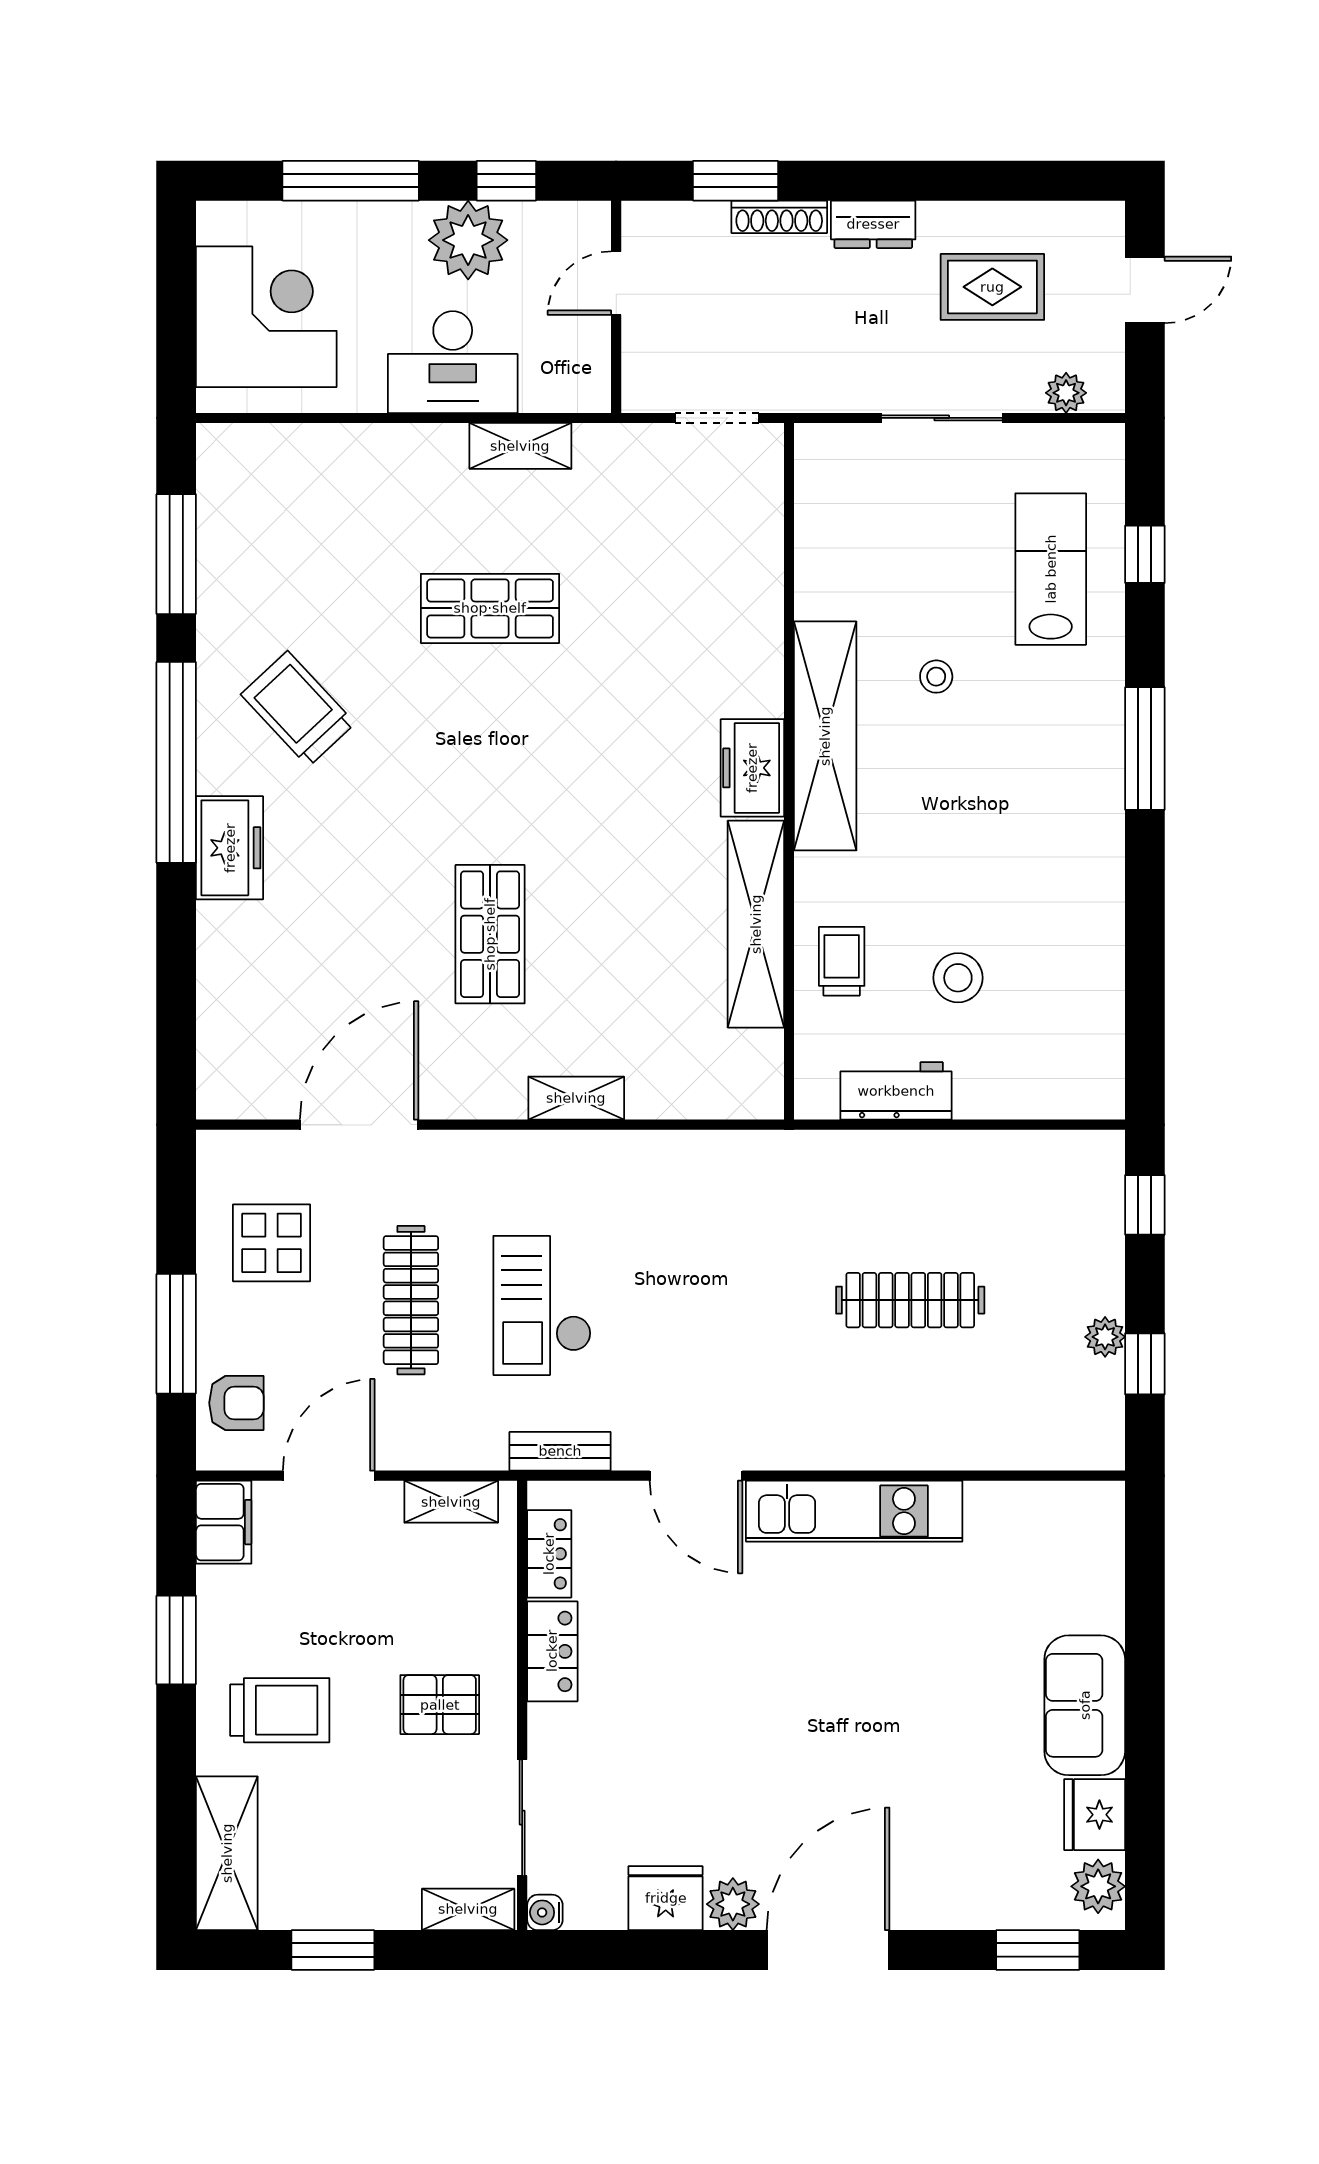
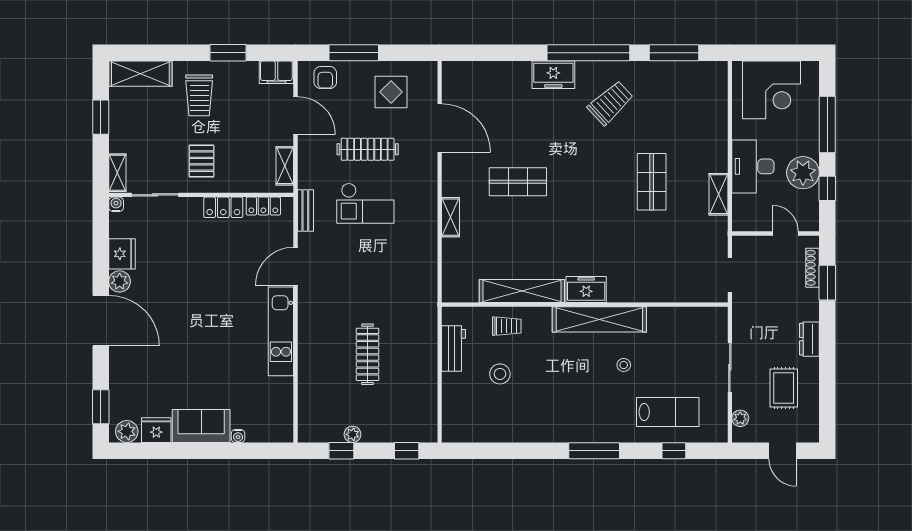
shoe rack: (779, 217) -> (813, 268), moved
checkout: (542, 1305) -> (365, 203), turned 180
water cooler: (1109, 1616) -> (238, 436), added

